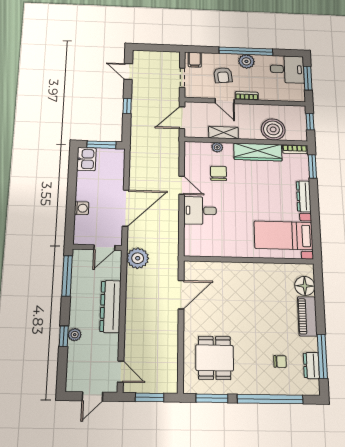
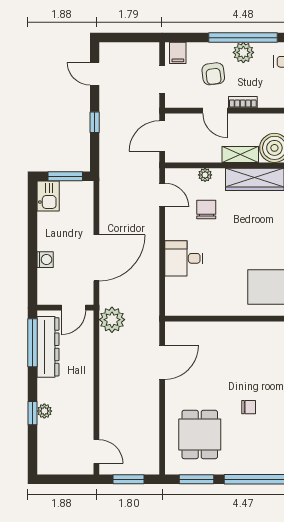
shelving: (223, 133) -> (240, 154), moved
door: (182, 185) -> (162, 195), moved
dresser: (110, 306) -> (48, 347), moved, turned 180
chair: (280, 361) -> (249, 407), moved
door: (92, 397) -> (67, 479), removed

